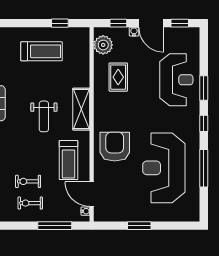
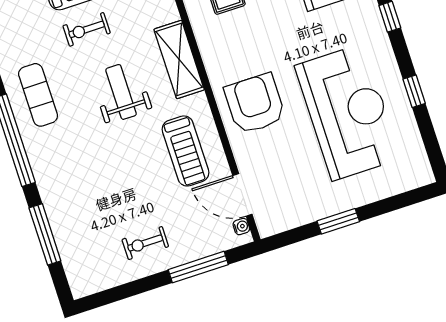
weight bench: (44, 116) -> (121, 92), turned 180
reception desk: (164, 168) -> (348, 112), turned 180
window: (204, 168) -> (414, 91), width x0.46
exercise bike: (28, 181) -> (87, 29), moved

